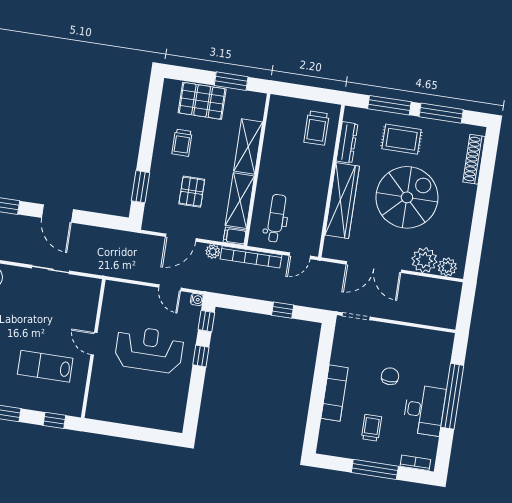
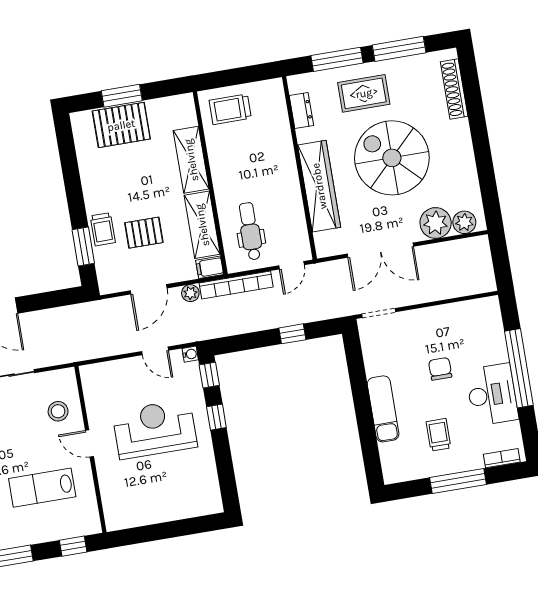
window: (231, 81) -> (122, 96), moved
trolley: (316, 128) -> (230, 109), moved, turned 90
dresser: (347, 142) -> (301, 110), width x0.70
trolley: (182, 143) -> (103, 229), moved
pallet: (192, 192) -> (144, 233), turned 90
spiral stairs: (407, 197) -> (392, 158), turned -90
stool: (78, 310) -> (58, 411), added

